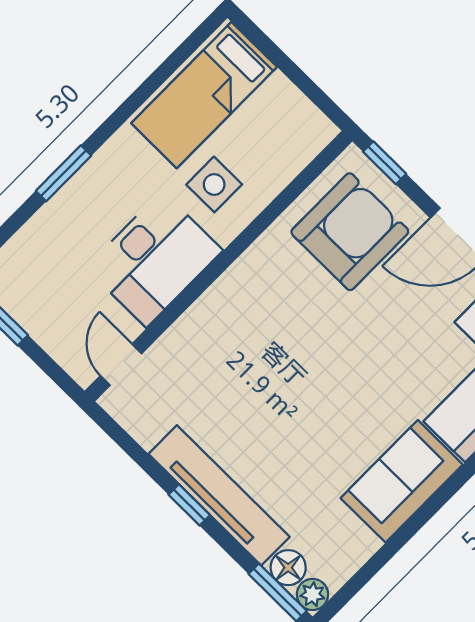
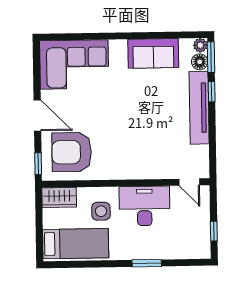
wardrobe: (300, 142) -> (59, 197), added
door: (121, 365) -> (189, 182), hinge flipped
sofa: (402, 481) -> (153, 53), moved
window: (189, 505) -> (212, 92), moved

